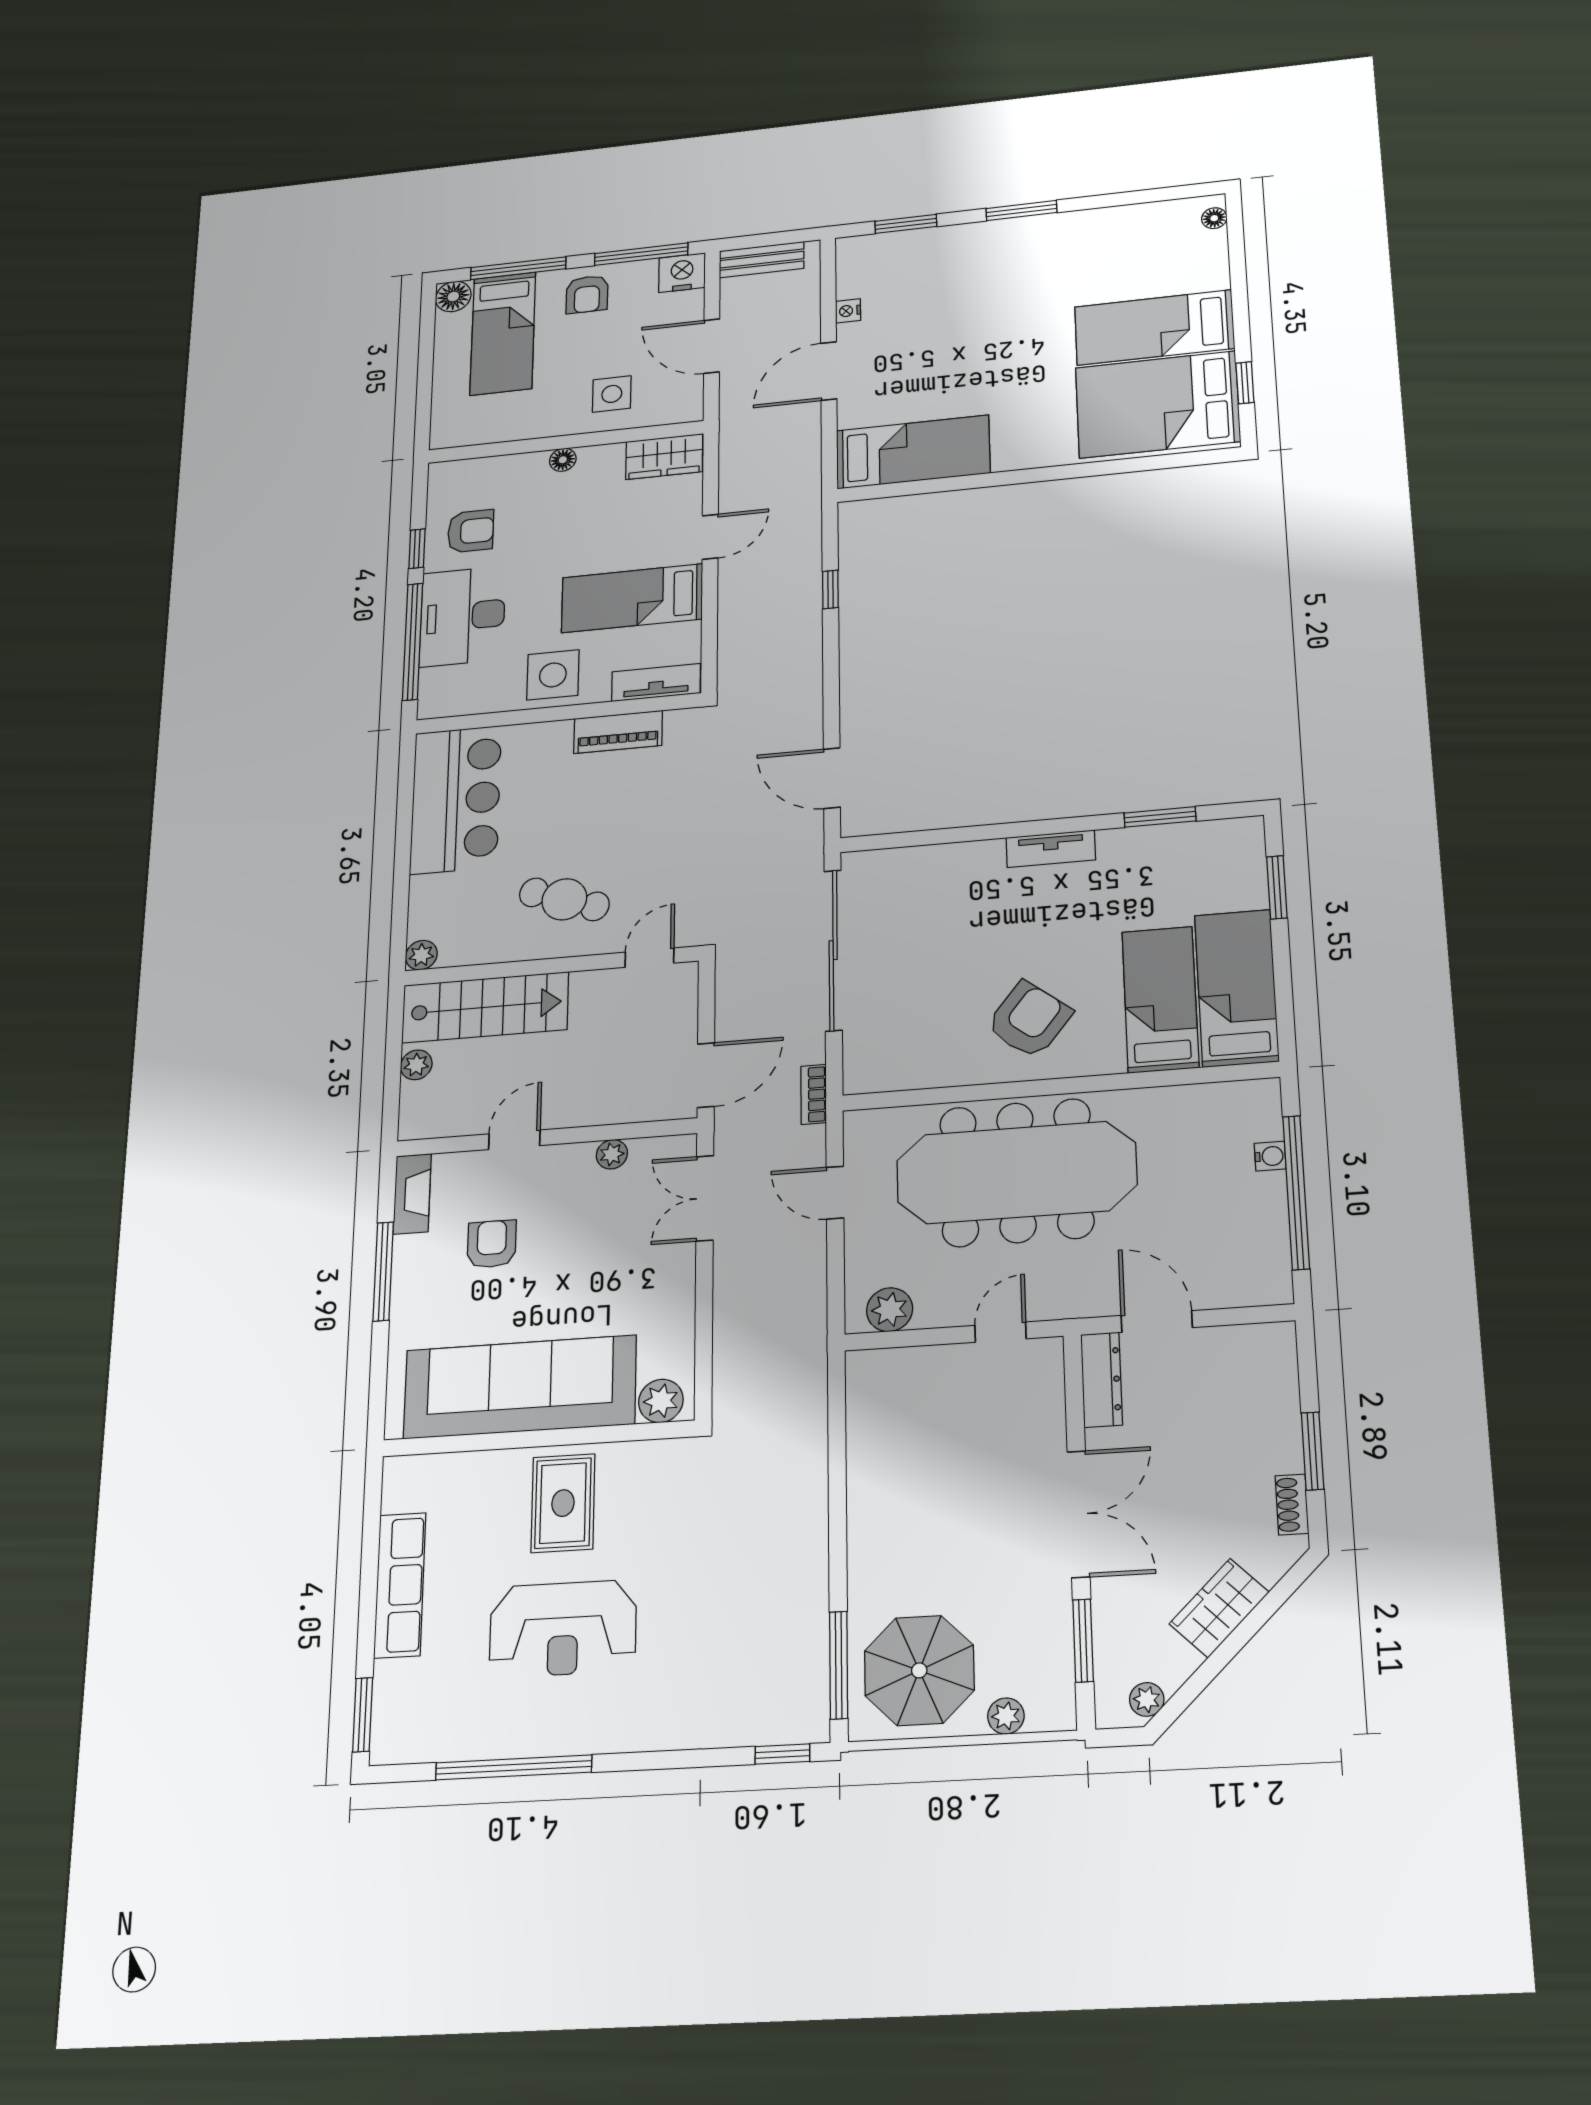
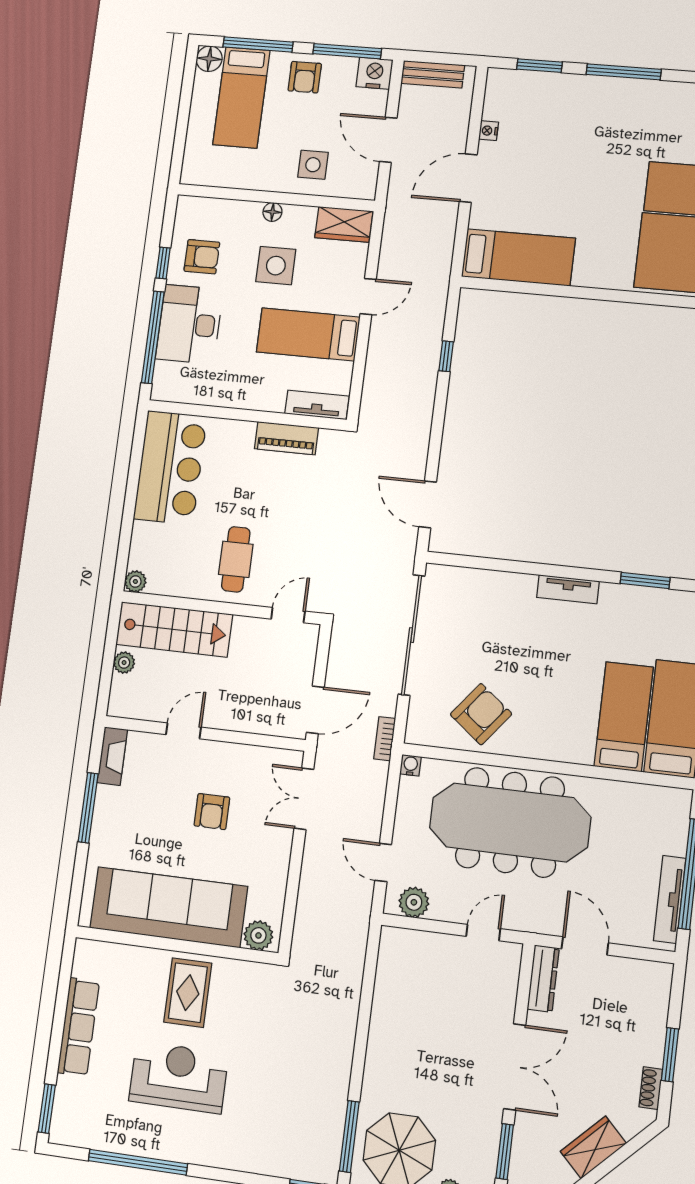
window: (1021, 210) -> (624, 72), width x1.44
side table: (553, 675) -> (276, 266), moved
cafe table: (564, 899) -> (236, 559), turned 71
armchair: (1029, 1020) -> (481, 714), moved
plant: (612, 1154) -> (247, 755), removed
water cooler: (1270, 1156) -> (411, 765), moved, turned -90
door: (835, 1193) -> (383, 862), moved
tv unit: (1272, 1233) -> (670, 899), added
armchair: (492, 1244) -> (212, 812), moved, turned 180
reception desk: (563, 1629) -> (179, 1077), turned 180

